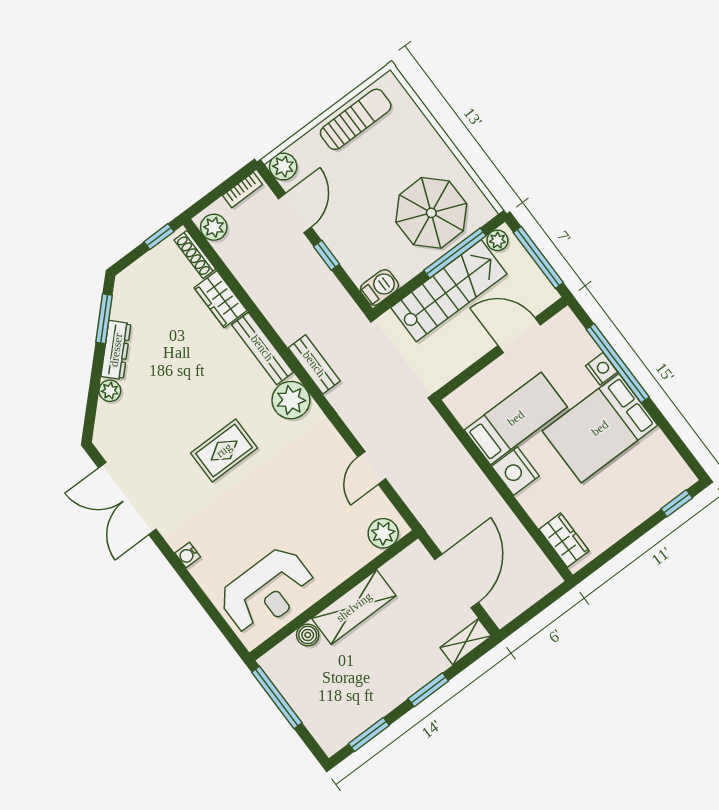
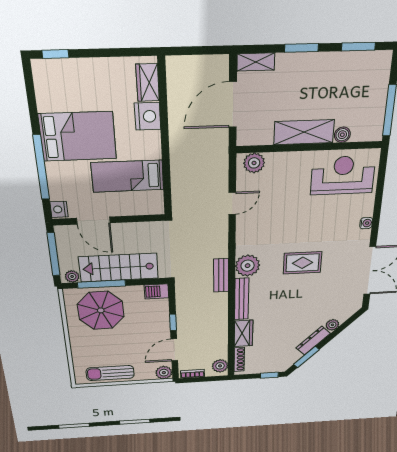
window: (159, 237) -> (269, 375), moved
nightstand: (602, 369) -> (59, 209), moved
nightstand: (515, 471) -> (148, 116), moved

